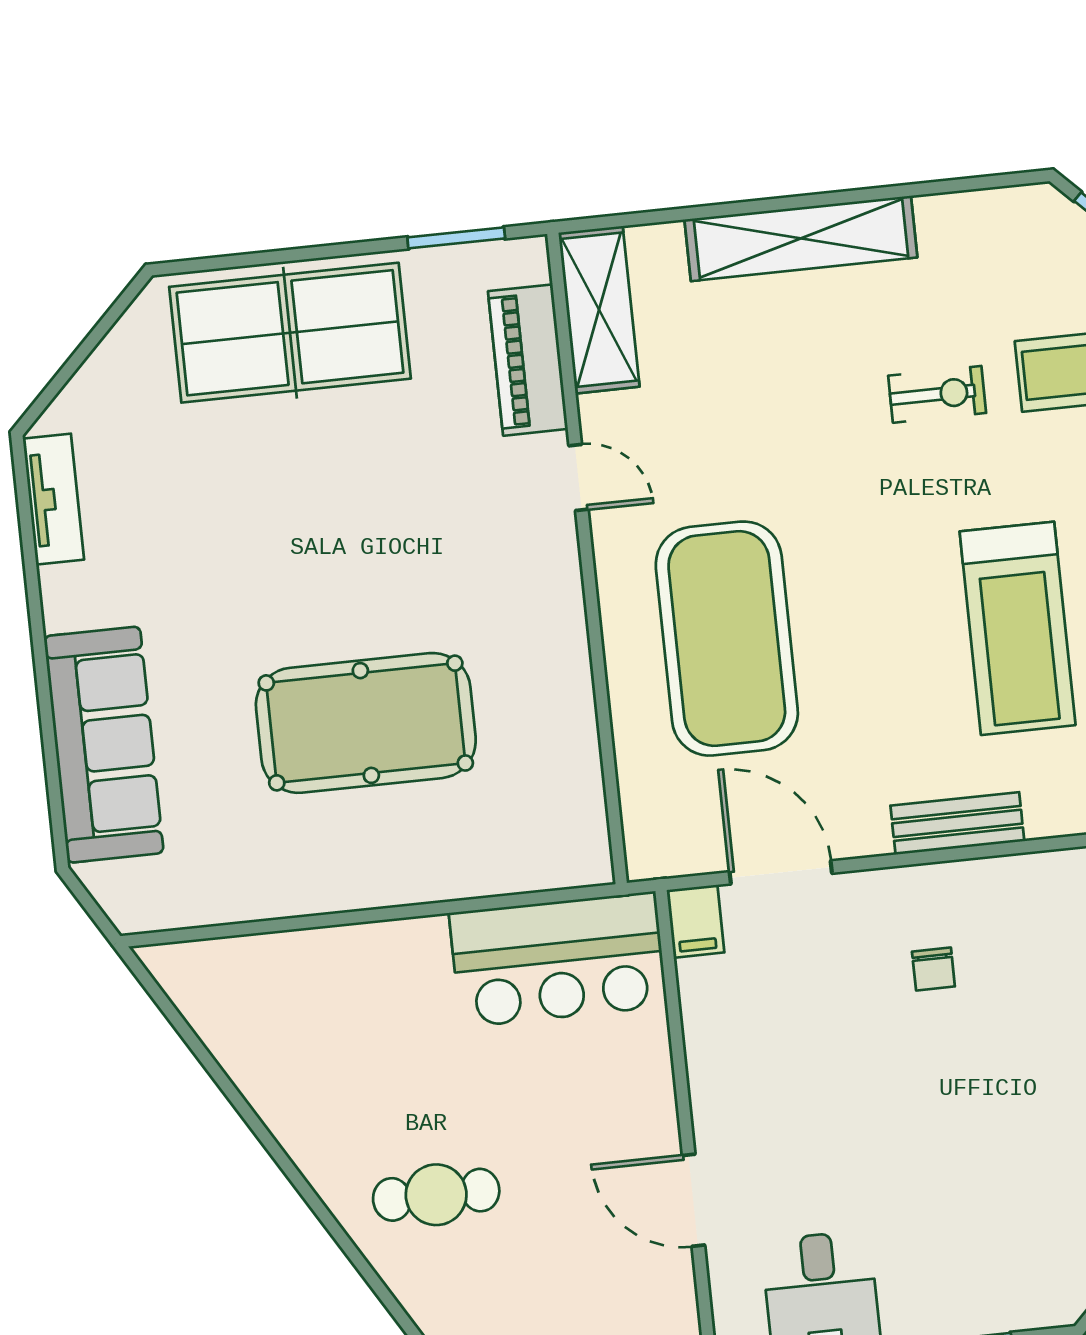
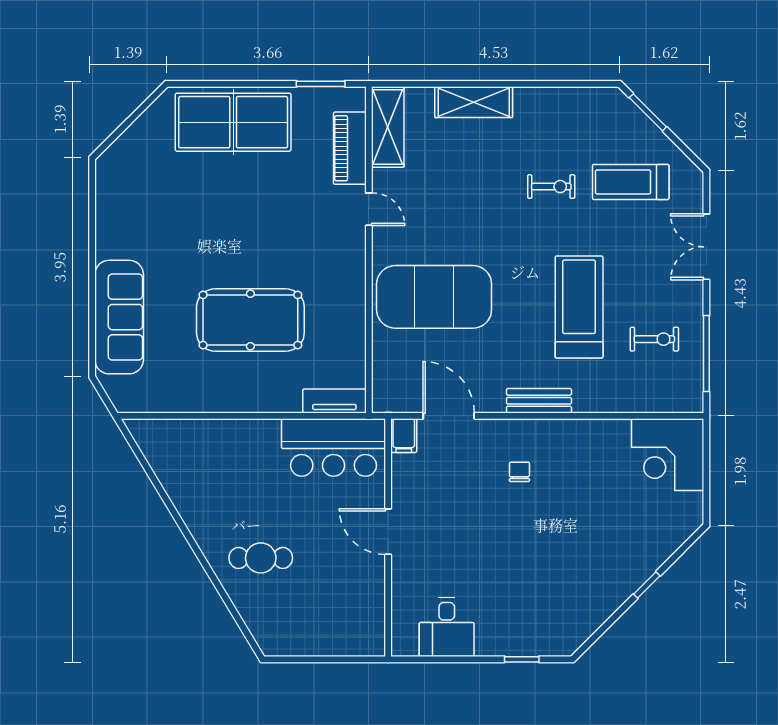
shelving: (801, 238) -> (474, 102), width x0.68
tv unit: (54, 499) -> (334, 401), moved, turned -90
treadmill: (1018, 628) -> (579, 307), turned 180
exercise mat: (727, 639) -> (434, 297), turned 90
chair: (933, 969) -> (519, 472), turned 180
door: (693, 1200) -> (388, 532), moved

